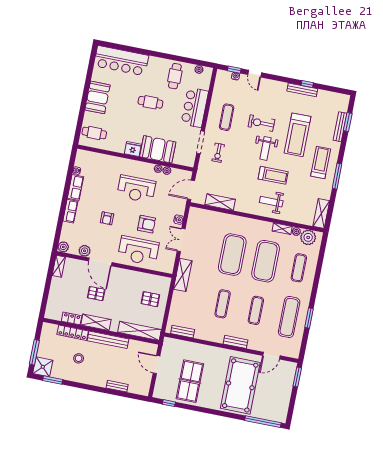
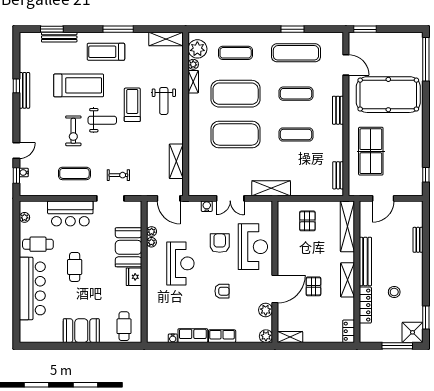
bar counter: (121, 61) -> (32, 288), moved
locker: (72, 318) -> (349, 331), moved
table tennis table: (190, 381) -> (371, 151), moved, turned 90

